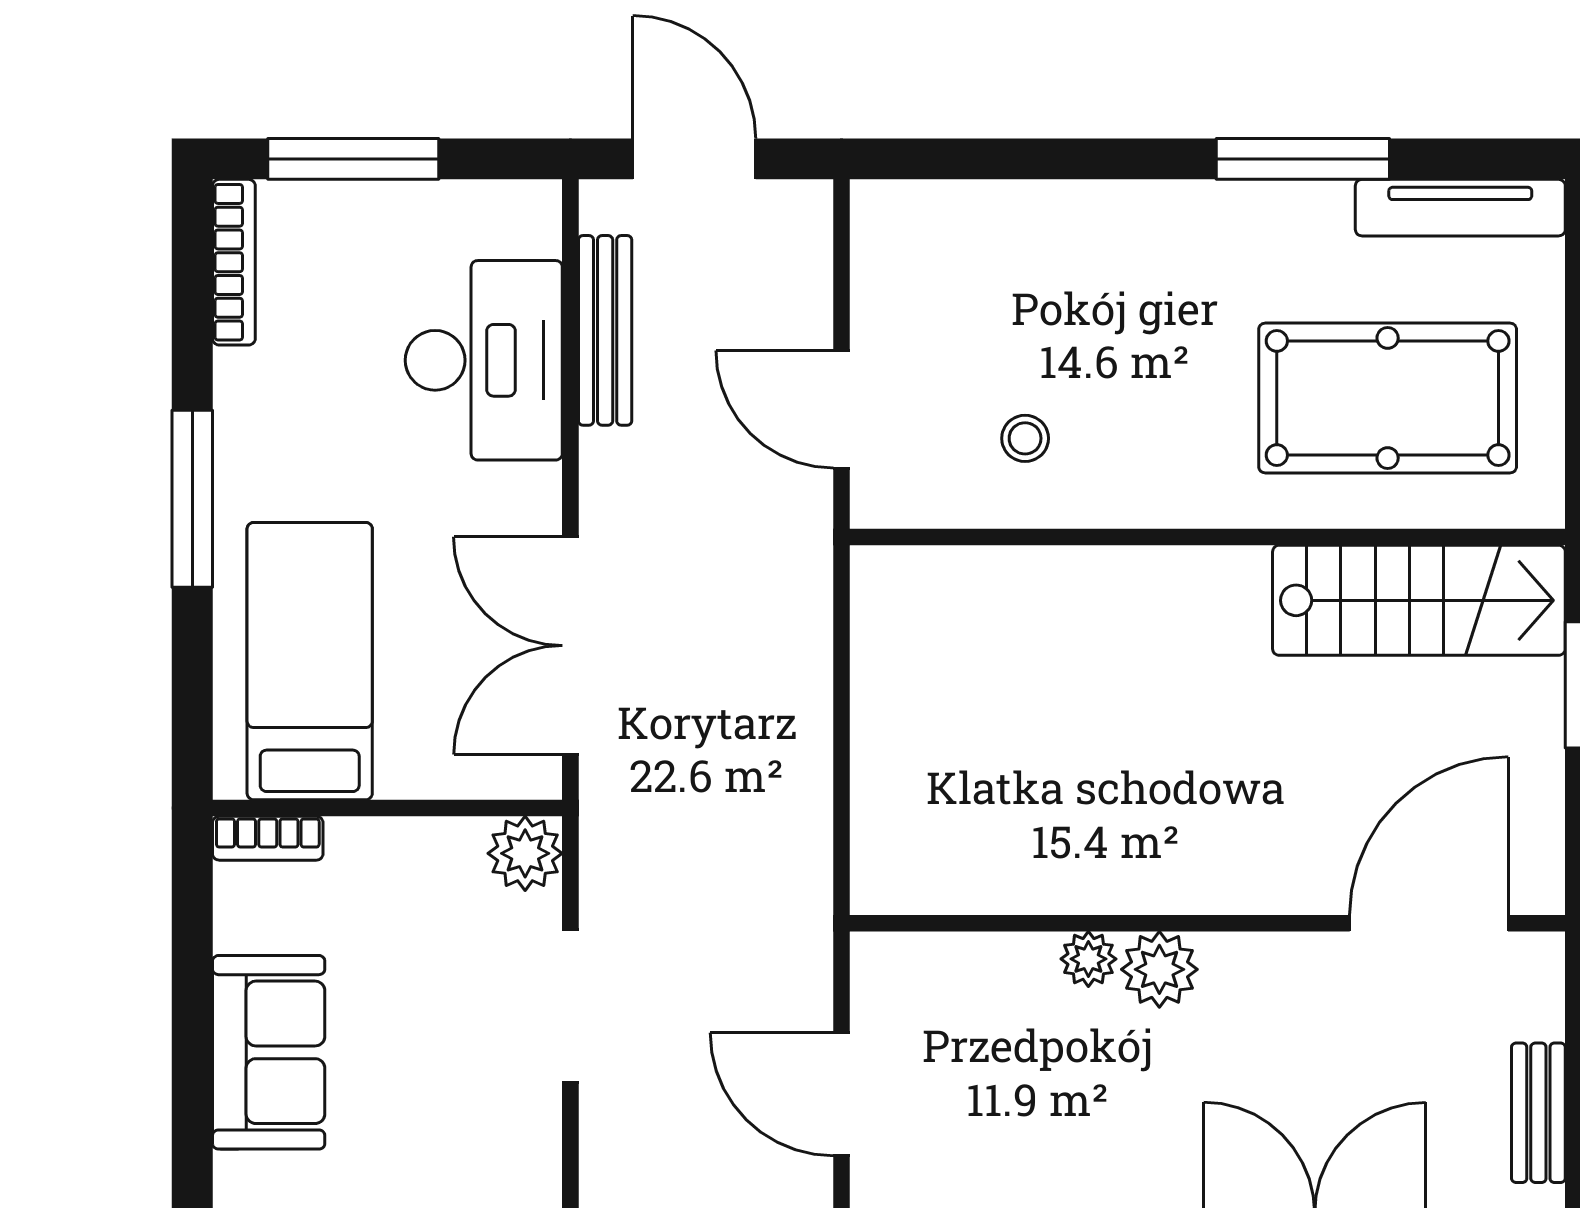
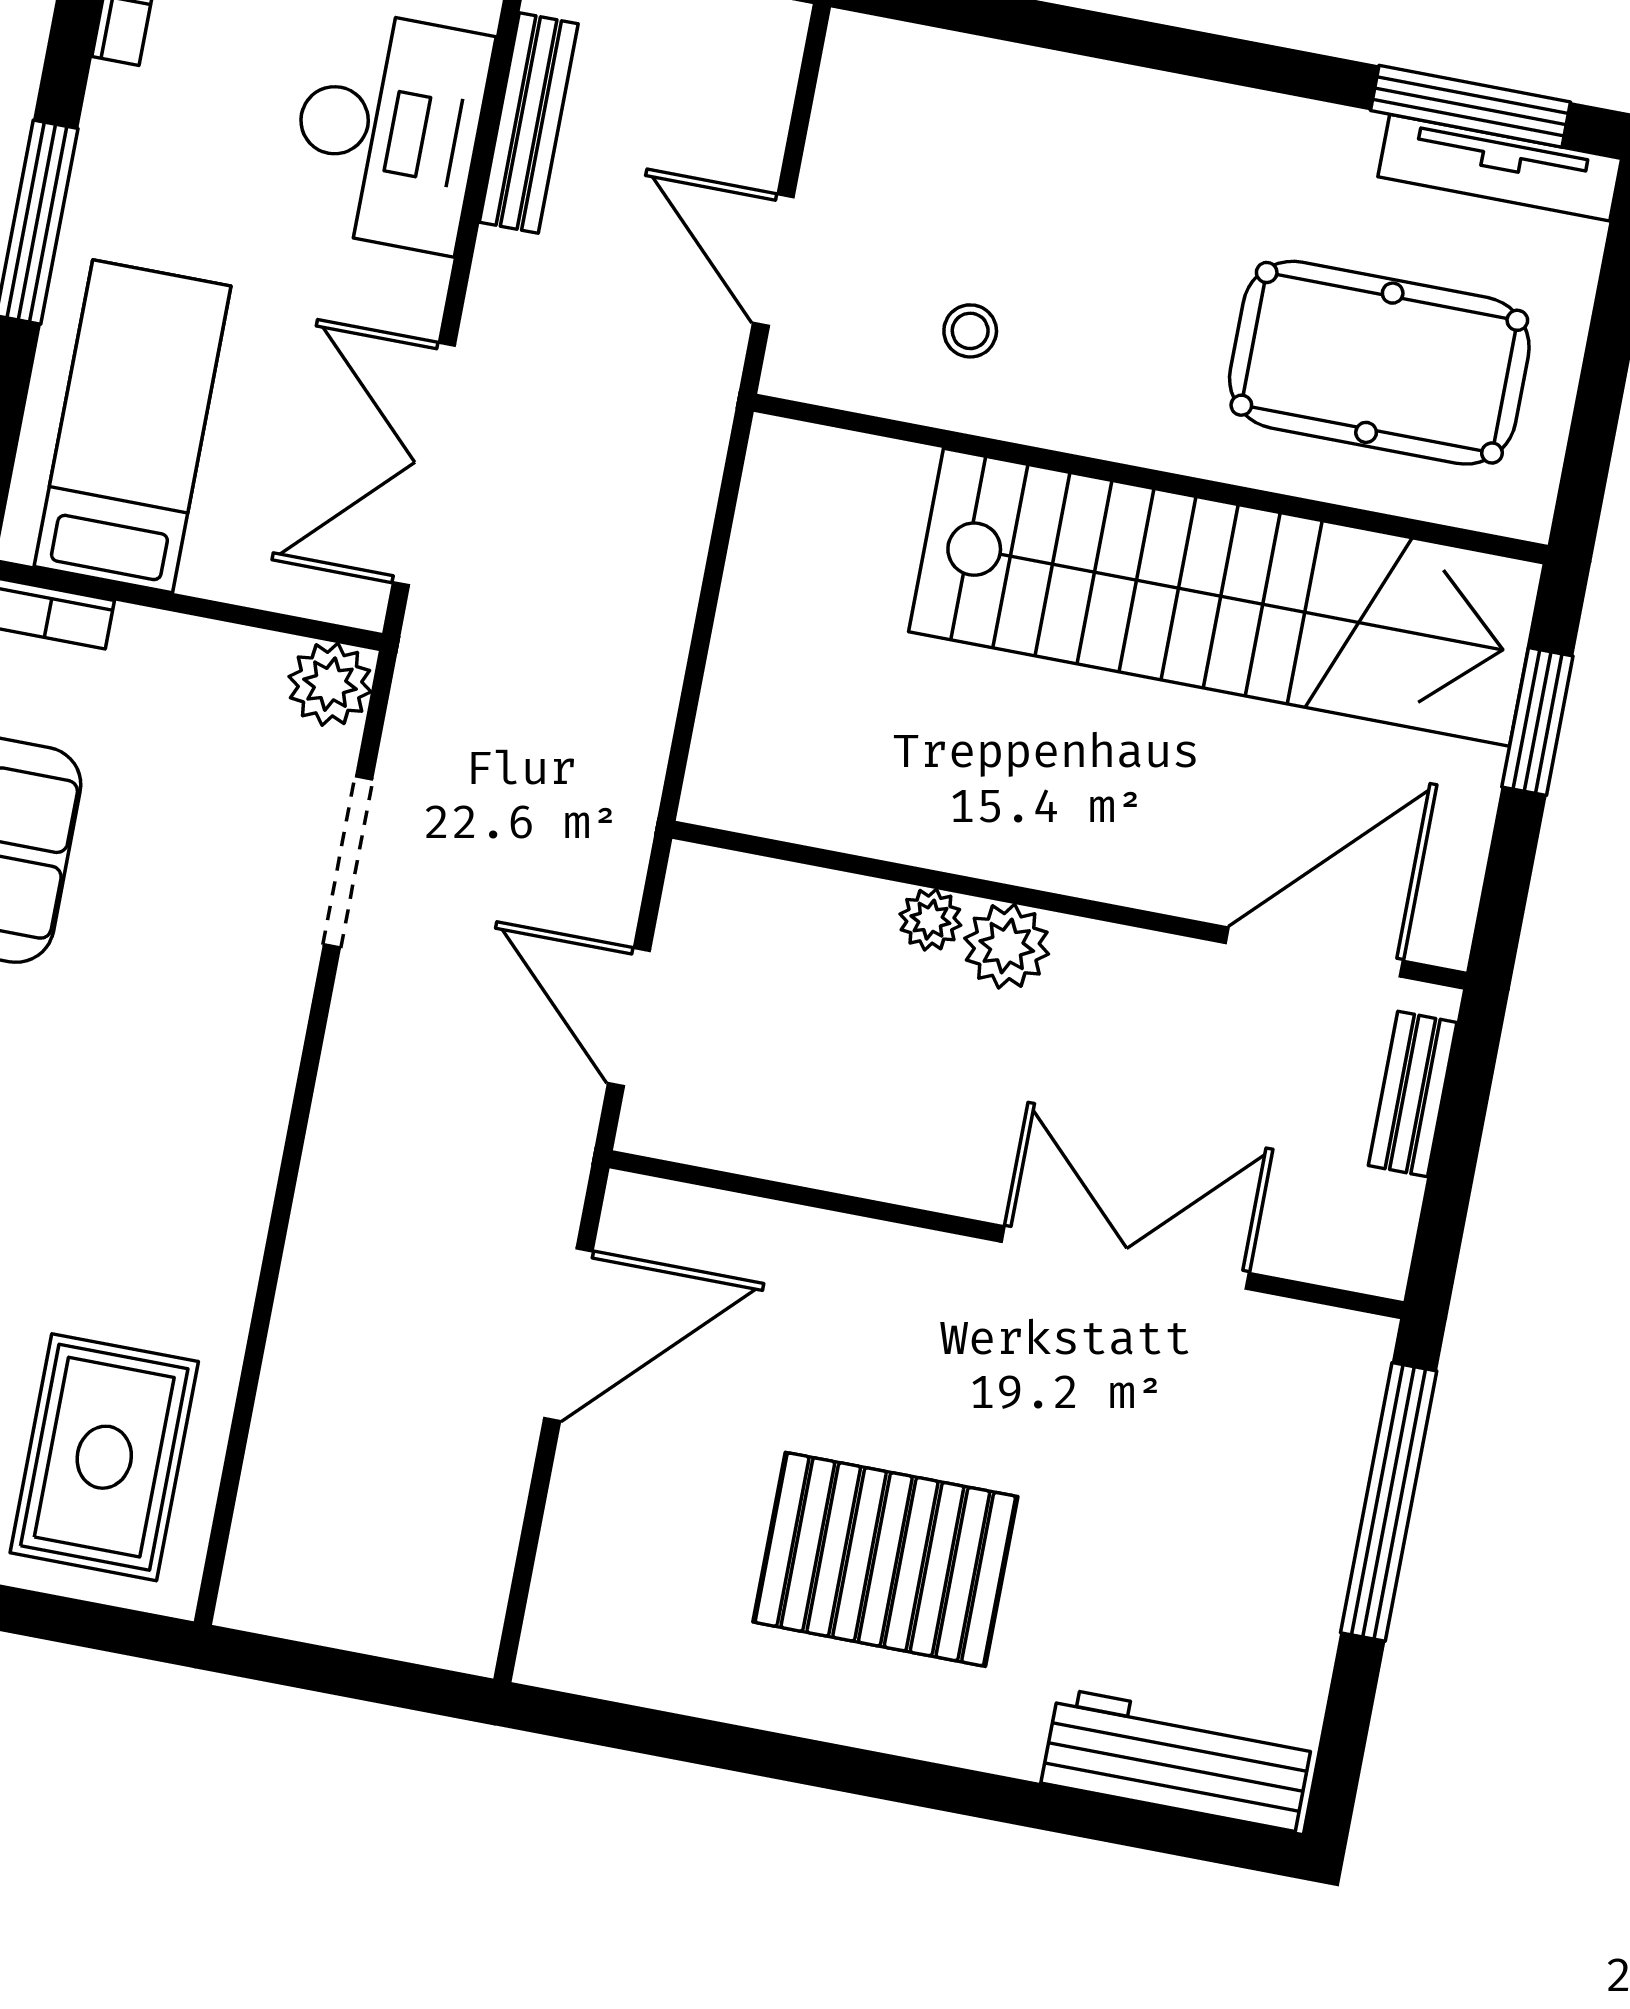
window: (1303, 159) -> (1471, 106), moved
stairs: (1419, 600) -> (1227, 597), width x1.86, depth x1.51
bench: (1538, 1113) -> (1413, 1094), moved

